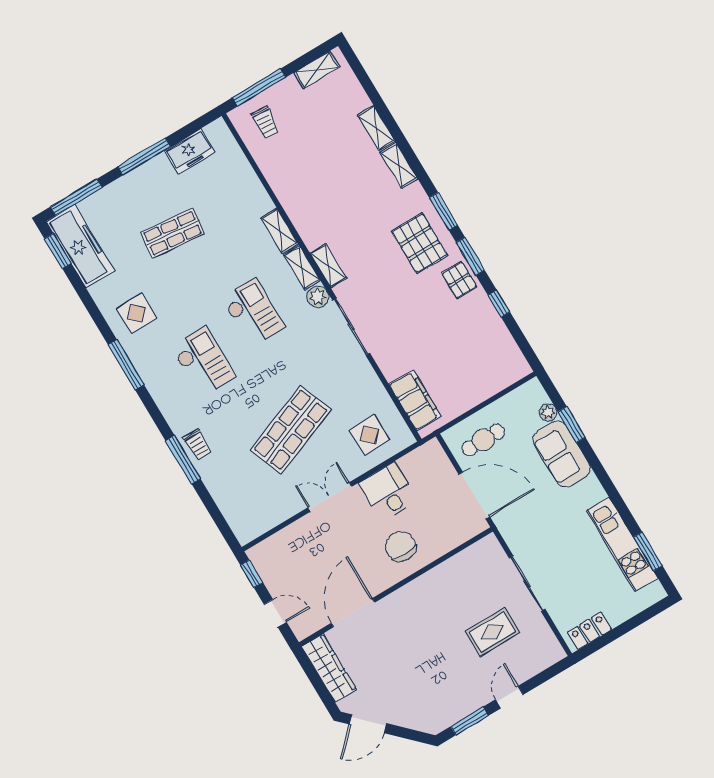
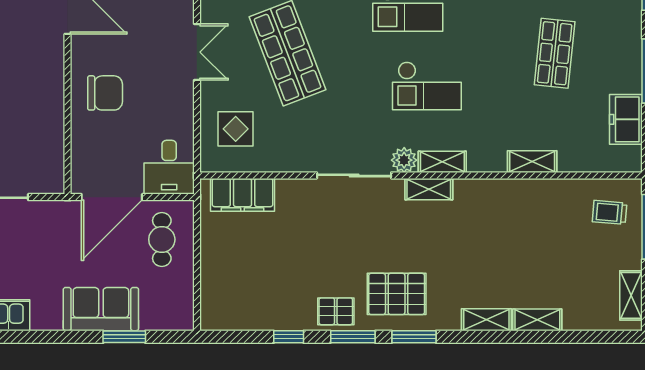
shelving: (280, 231) -> (532, 162), moved
plant: (548, 412) -> (150, 321), removed
desk: (388, 492) -> (169, 167), moved, turned 90

